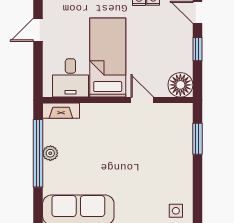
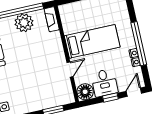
desk: (70, 78) -> (104, 83), moved, turned -90
plant: (50, 153) -> (24, 23), width x1.88, depth x1.88

